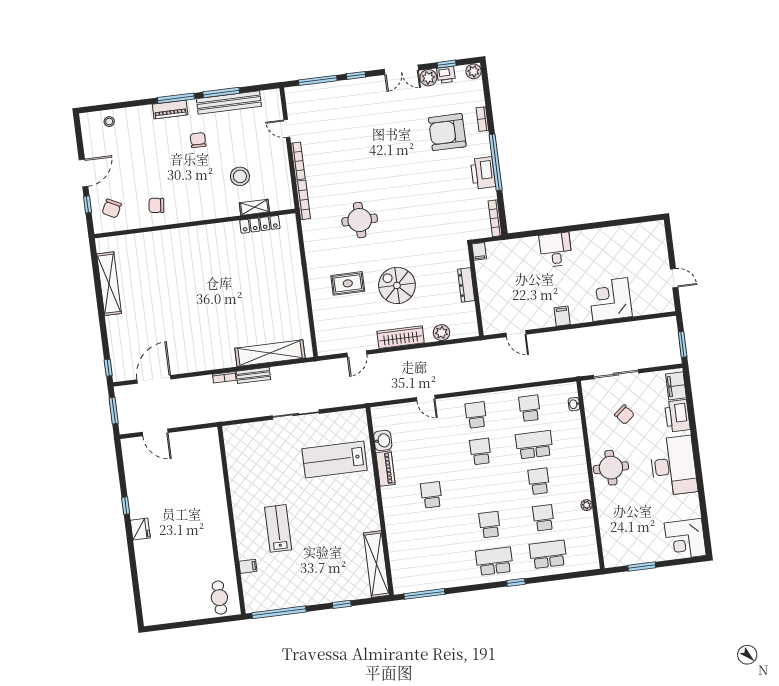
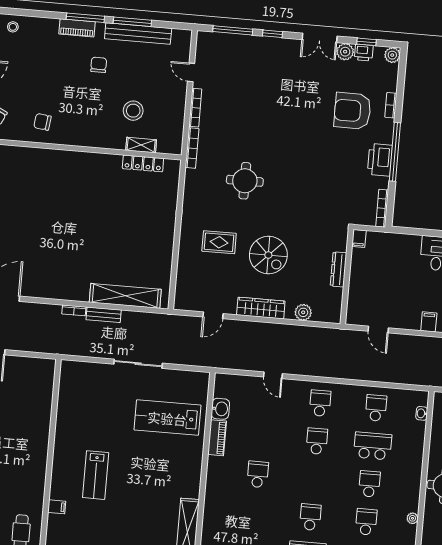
spiral stairs: (397, 285) -> (268, 255), turned 180
lab bench: (278, 528) -> (96, 475), turned 180

